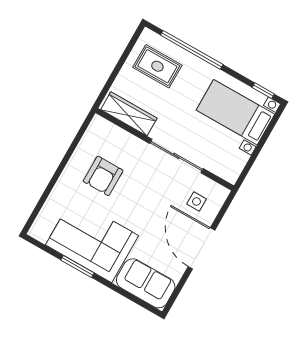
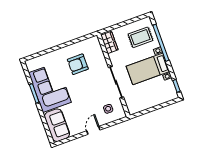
rug: (157, 66) -> (140, 37), turned 90
bed with nightstands: (235, 112) -> (148, 69), moved, turned -90
wardrobe: (129, 114) -> (109, 43), width x0.67
door: (201, 248) -> (93, 130), width x0.53

